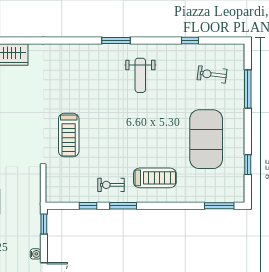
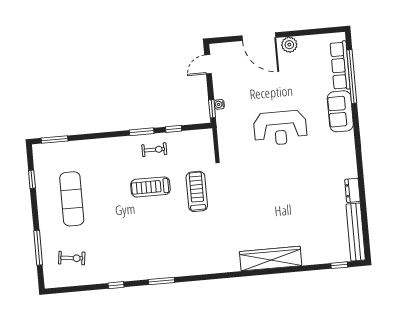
window: (190, 40) -> (116, 285), moved
weight bench: (140, 75) -> (137, 251), removed
exercise mat: (206, 139) -> (72, 199), width x0.68
treadmill: (155, 178) -> (150, 187), moved
water cooler: (36, 254) -> (219, 104), moved

